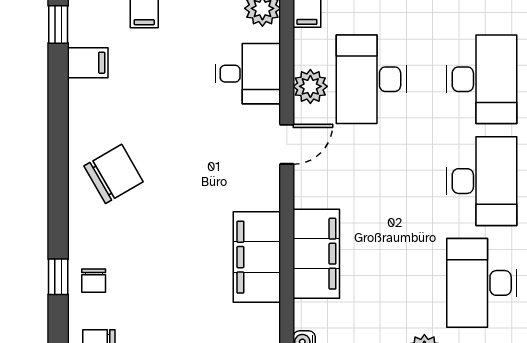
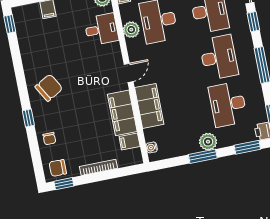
filing cabinet: (88, 63) -> (130, 141), moved, turned 180
door: (287, 144) -> (129, 73), moved
window: (58, 277) -> (28, 118), moved

